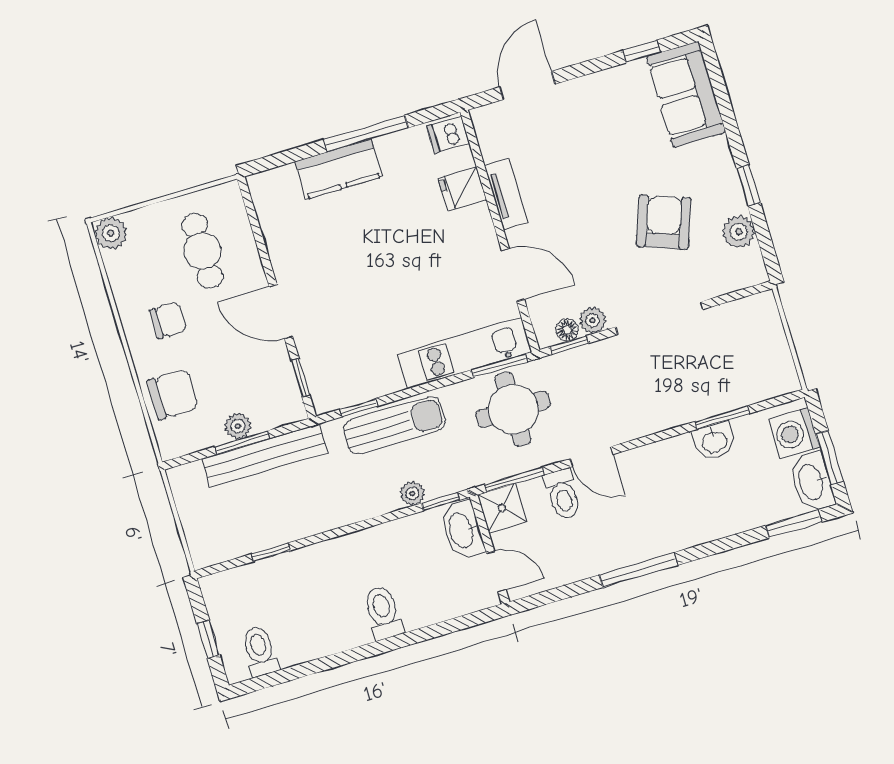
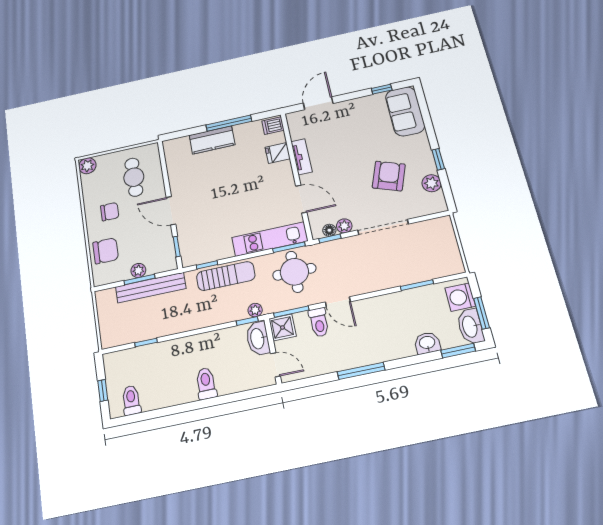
washbasin: (714, 441) -> (427, 343), moved, turned 180
plant: (412, 494) -> (255, 310), moved

